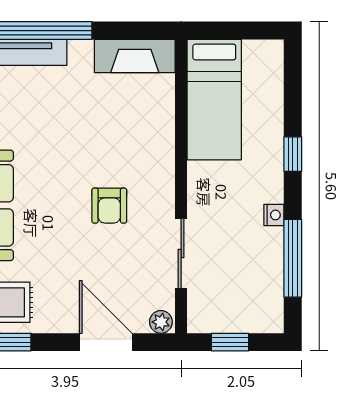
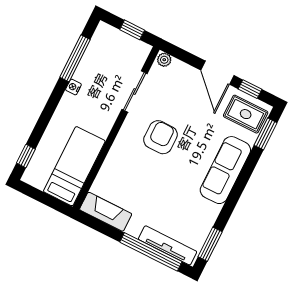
window: (293, 154) -> (26, 156), moved
armchair: (109, 206) -> (160, 137), width x1.38, depth x1.38
door: (106, 342) -> (217, 73), moved

